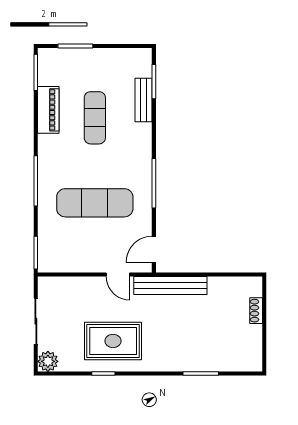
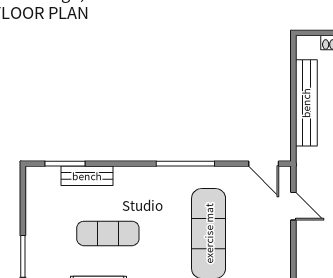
door: (118, 275) -> (293, 206), hinge flipped
bench: (170, 285) -> (306, 103), moved

